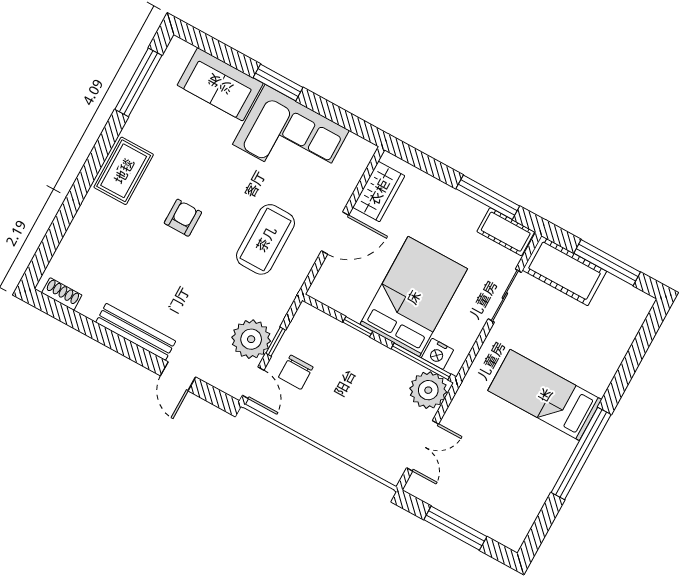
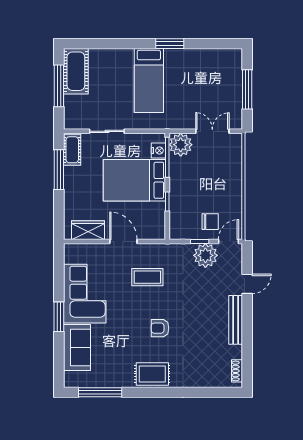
coffee table: (266, 239) -> (147, 277), width x0.73, depth x0.76
cot: (565, 271) -> (76, 71), moved
window: (581, 453) -> (170, 44), width x0.47

